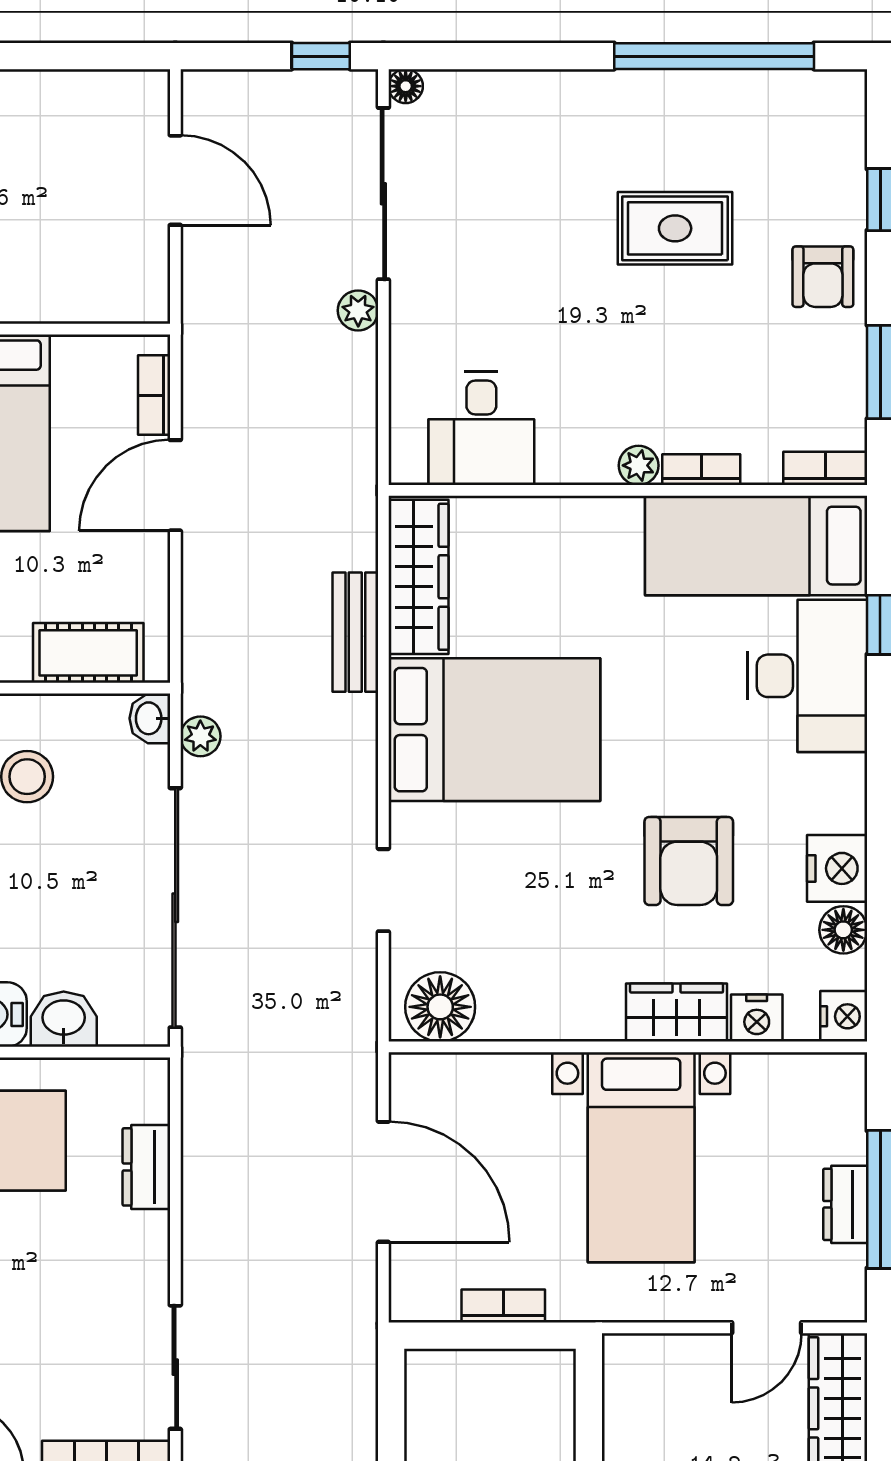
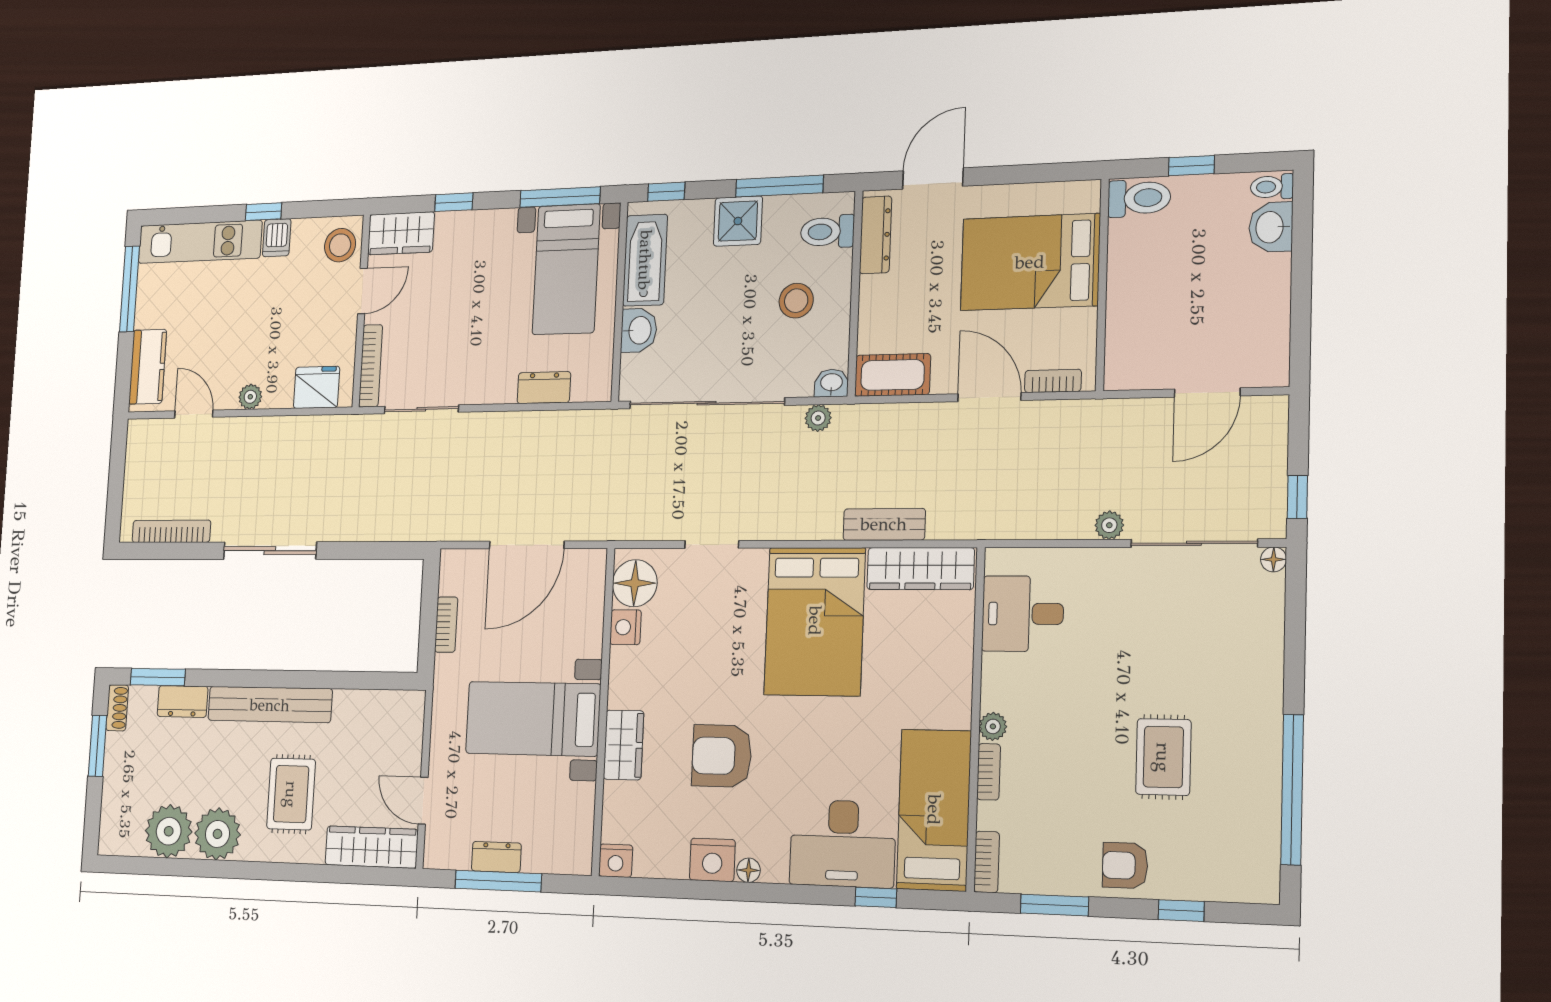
cot: (88, 653) -> (893, 375), moved, turned 90
floor lamp: (843, 930) -> (748, 870), moved, width x0.73, depth x0.73
nightstand: (757, 1018) -> (625, 627), moved

